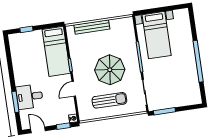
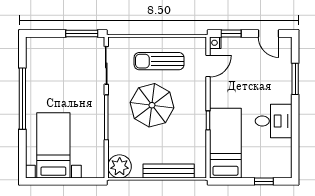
plant: (126, 25) -> (120, 166), added
bed with nightstands: (157, 35) -> (53, 145), moved
door: (74, 89) -> (208, 66), moved
desk: (30, 97) -> (274, 121), moved

